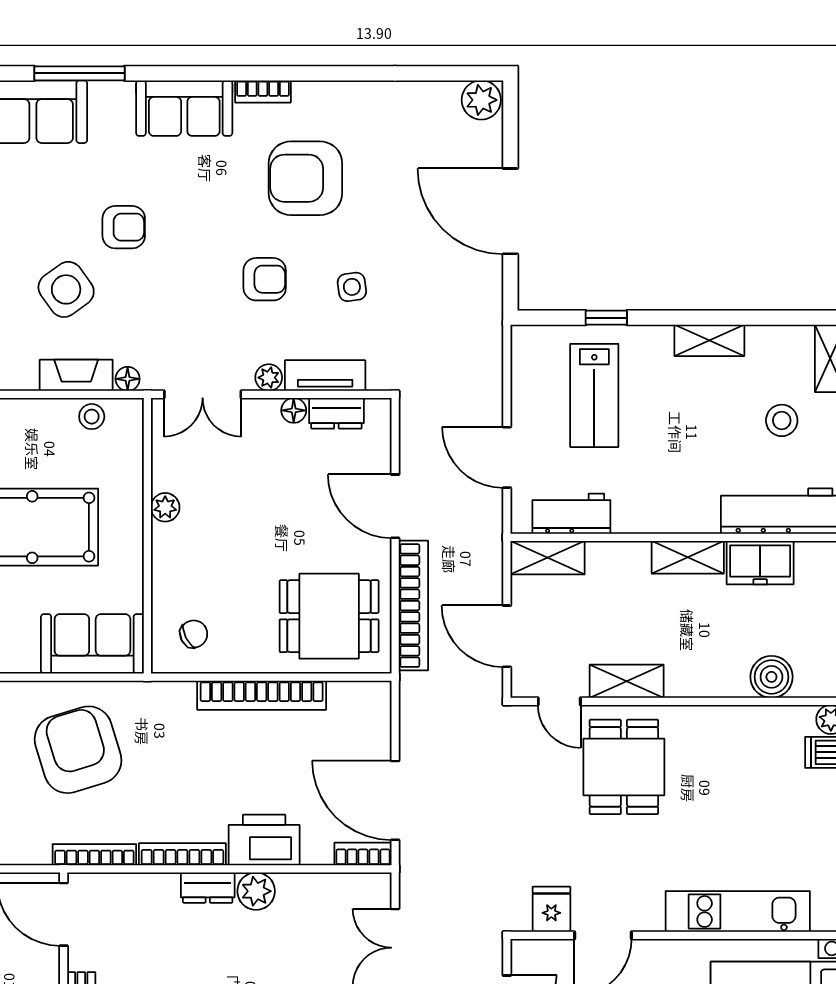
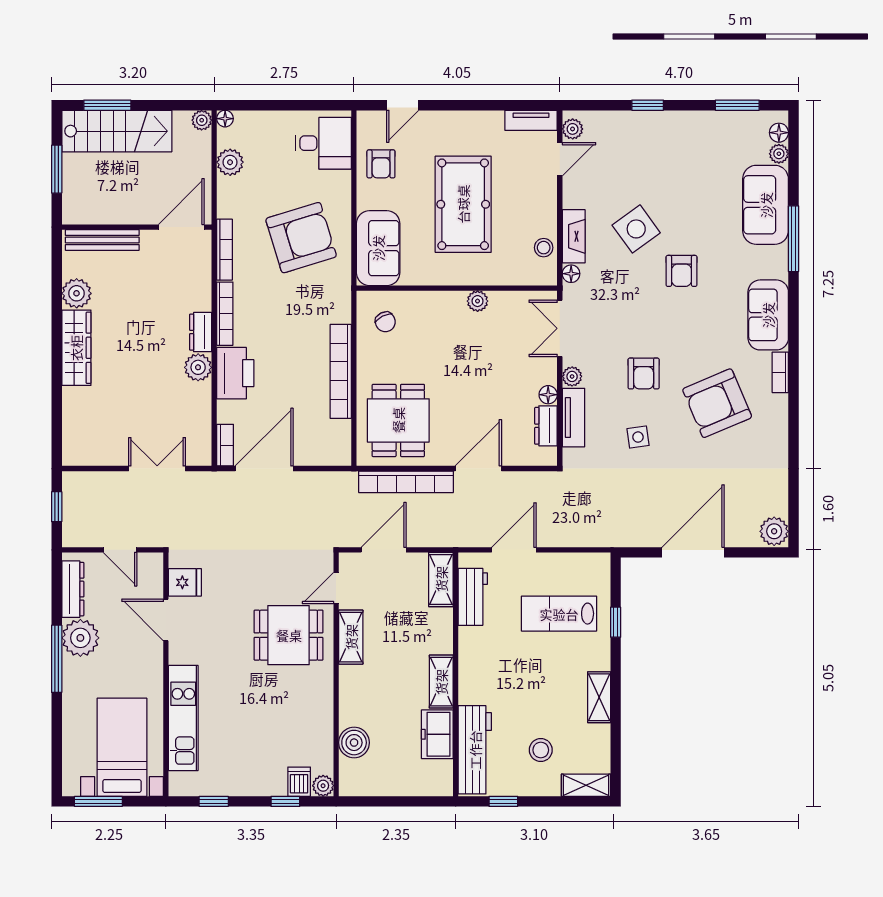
armchair: (305, 178) -> (717, 403), turned -113

